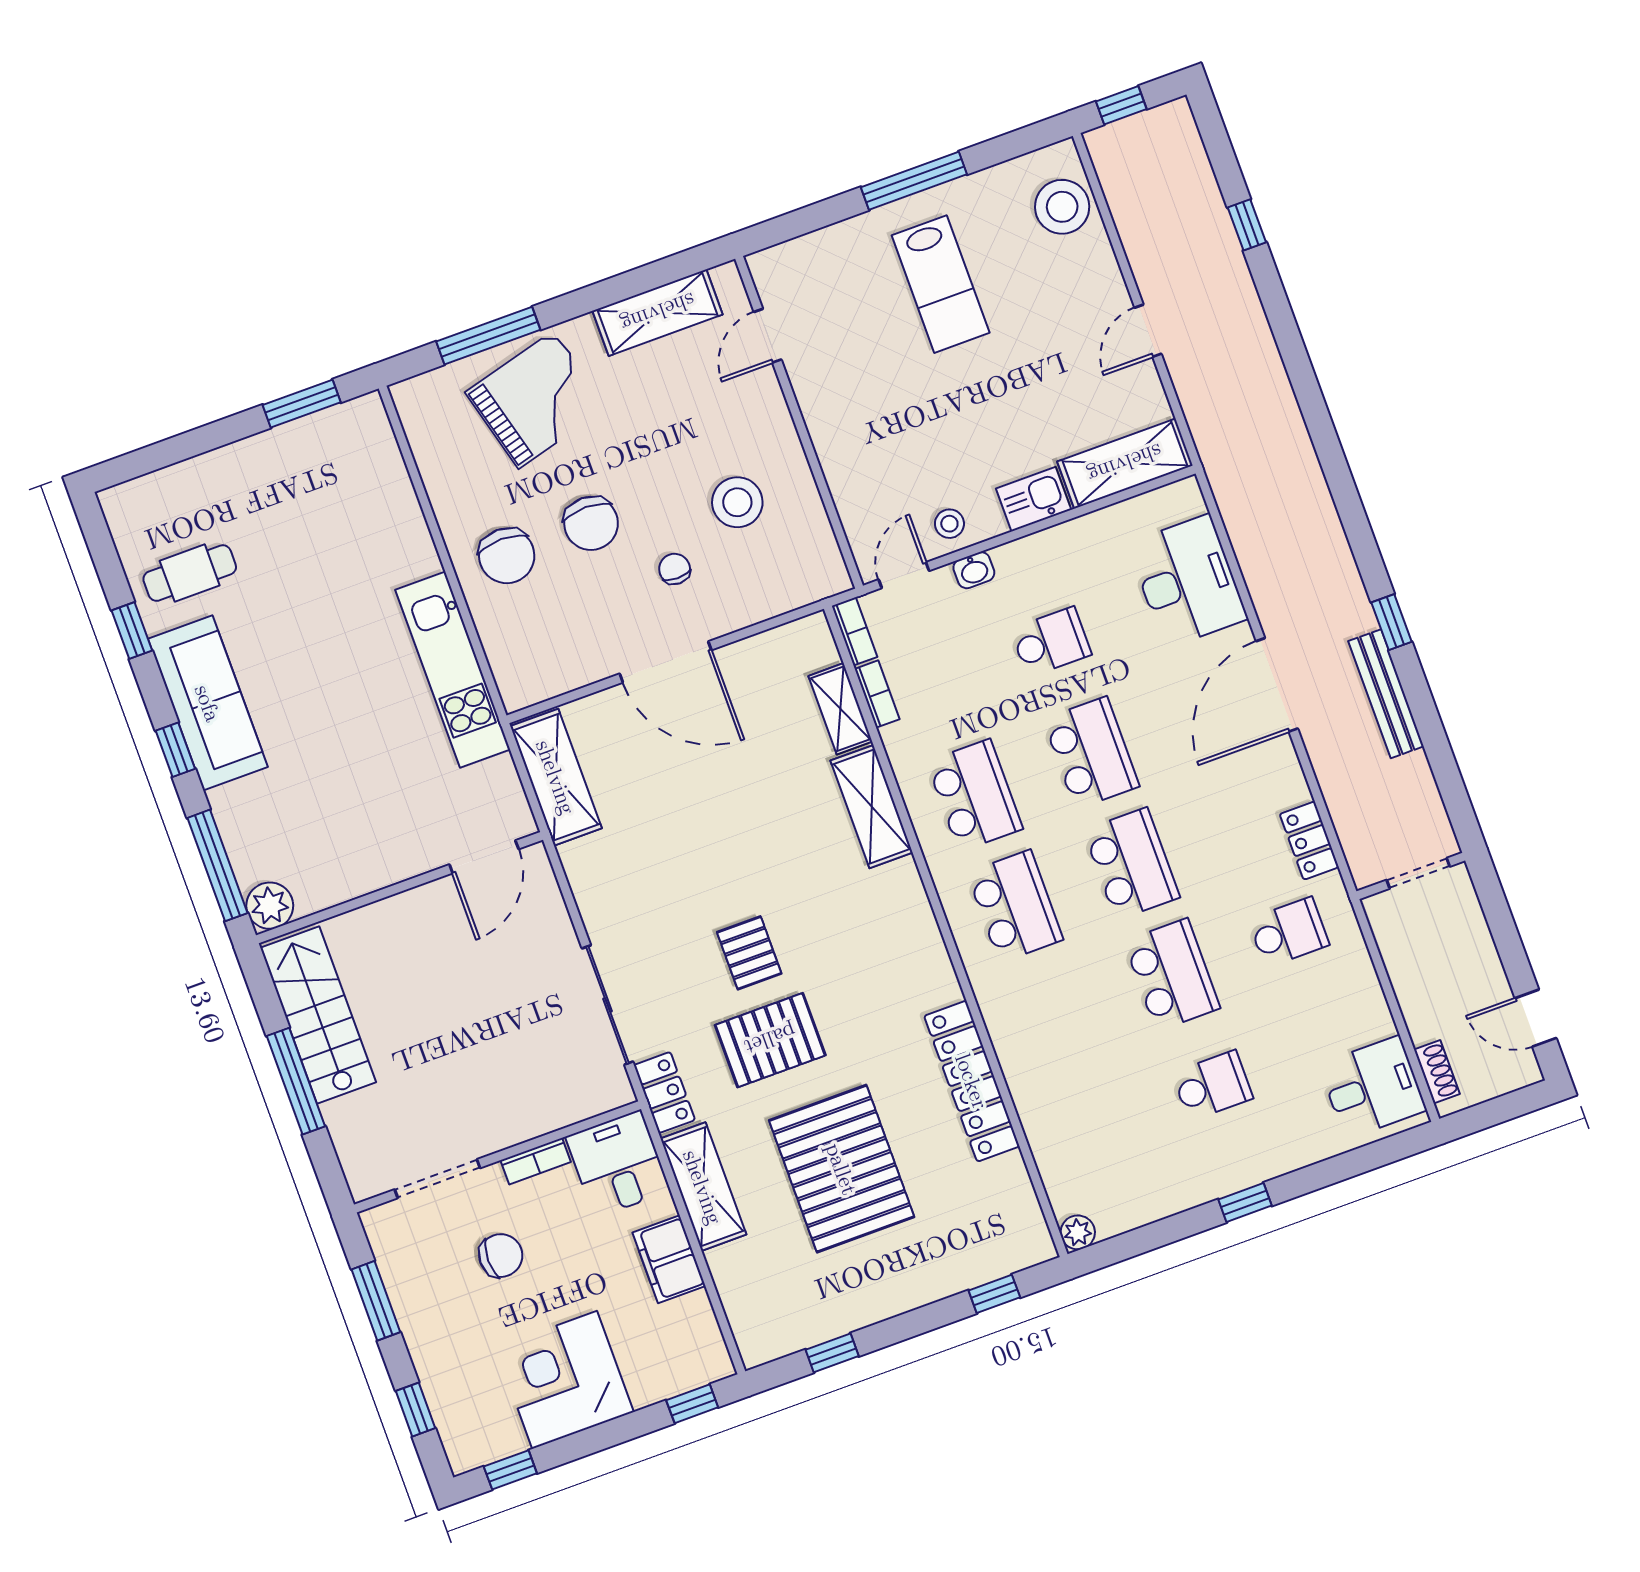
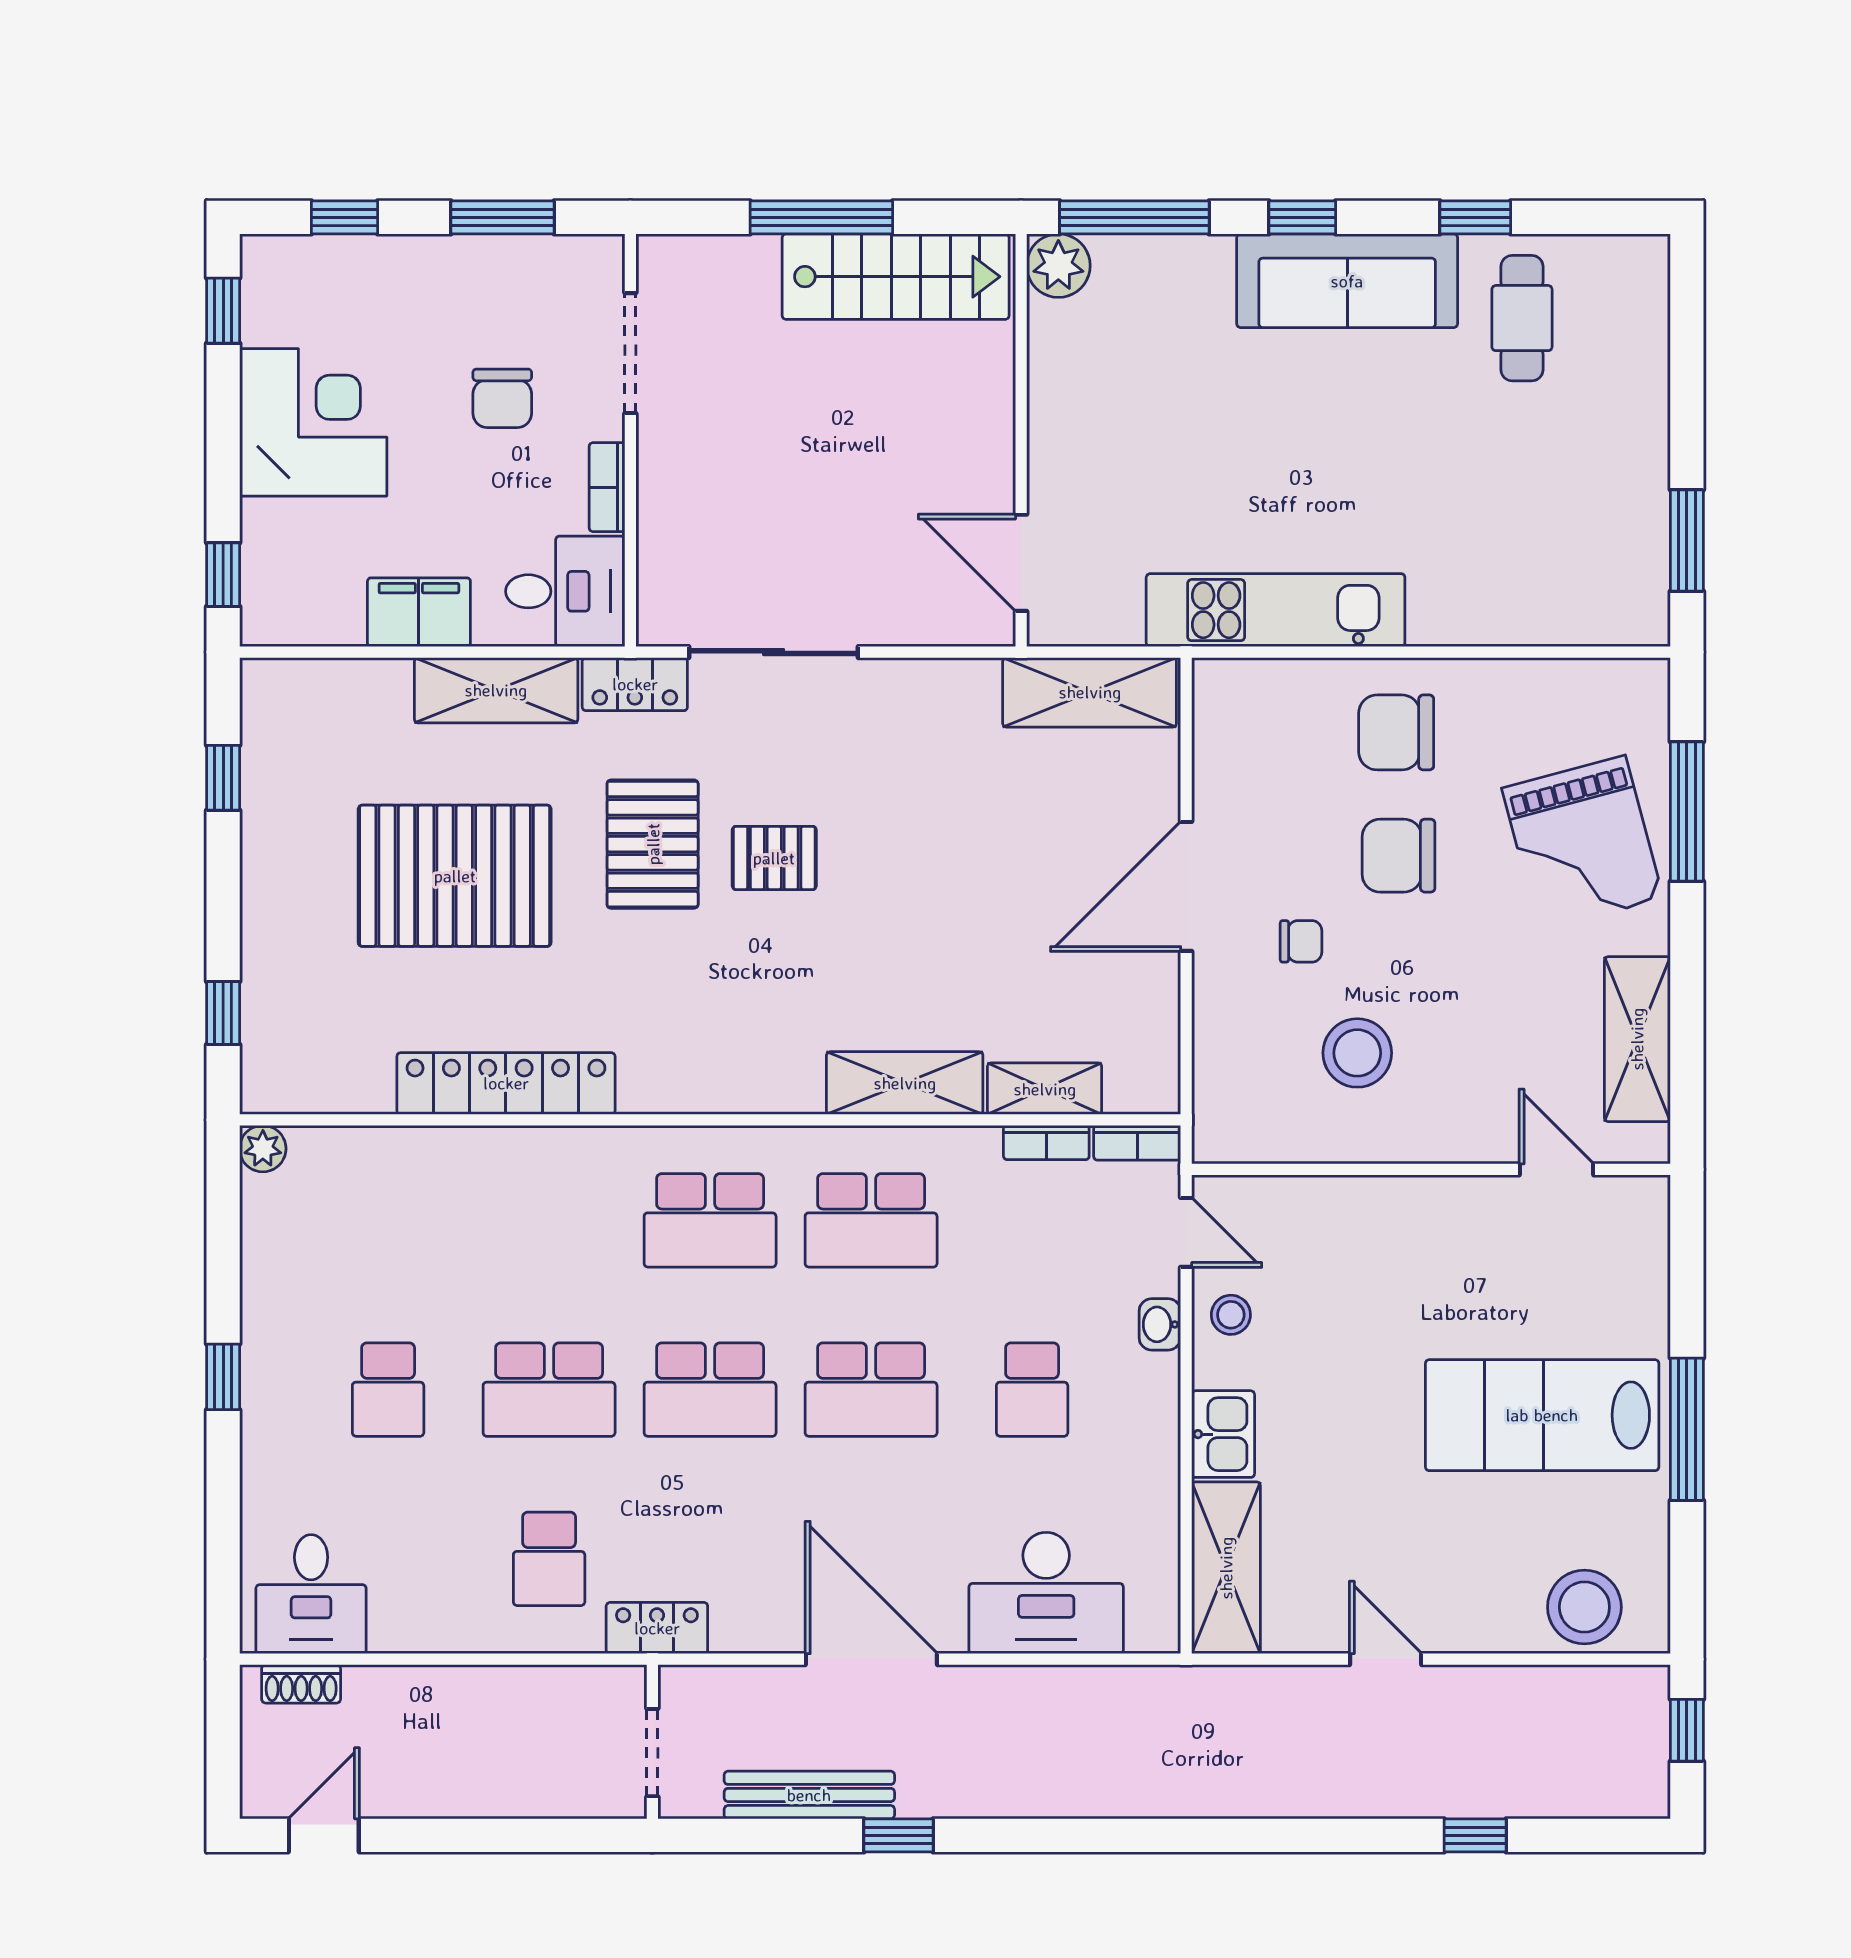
lab bench: (941, 284) -> (1542, 1415), width x1.36, depth x1.39
doorway: (1418, 873) -> (652, 1753), moved
wall: (1411, 876) -> (652, 1742), moved

